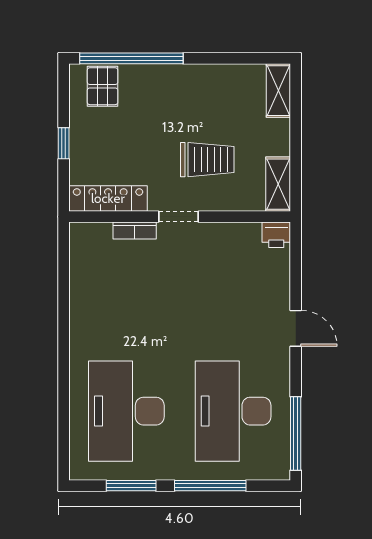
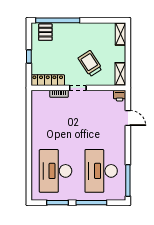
trolley: (207, 160) -> (90, 63), turned -123
door: (296, 328) -> (128, 118), moved

